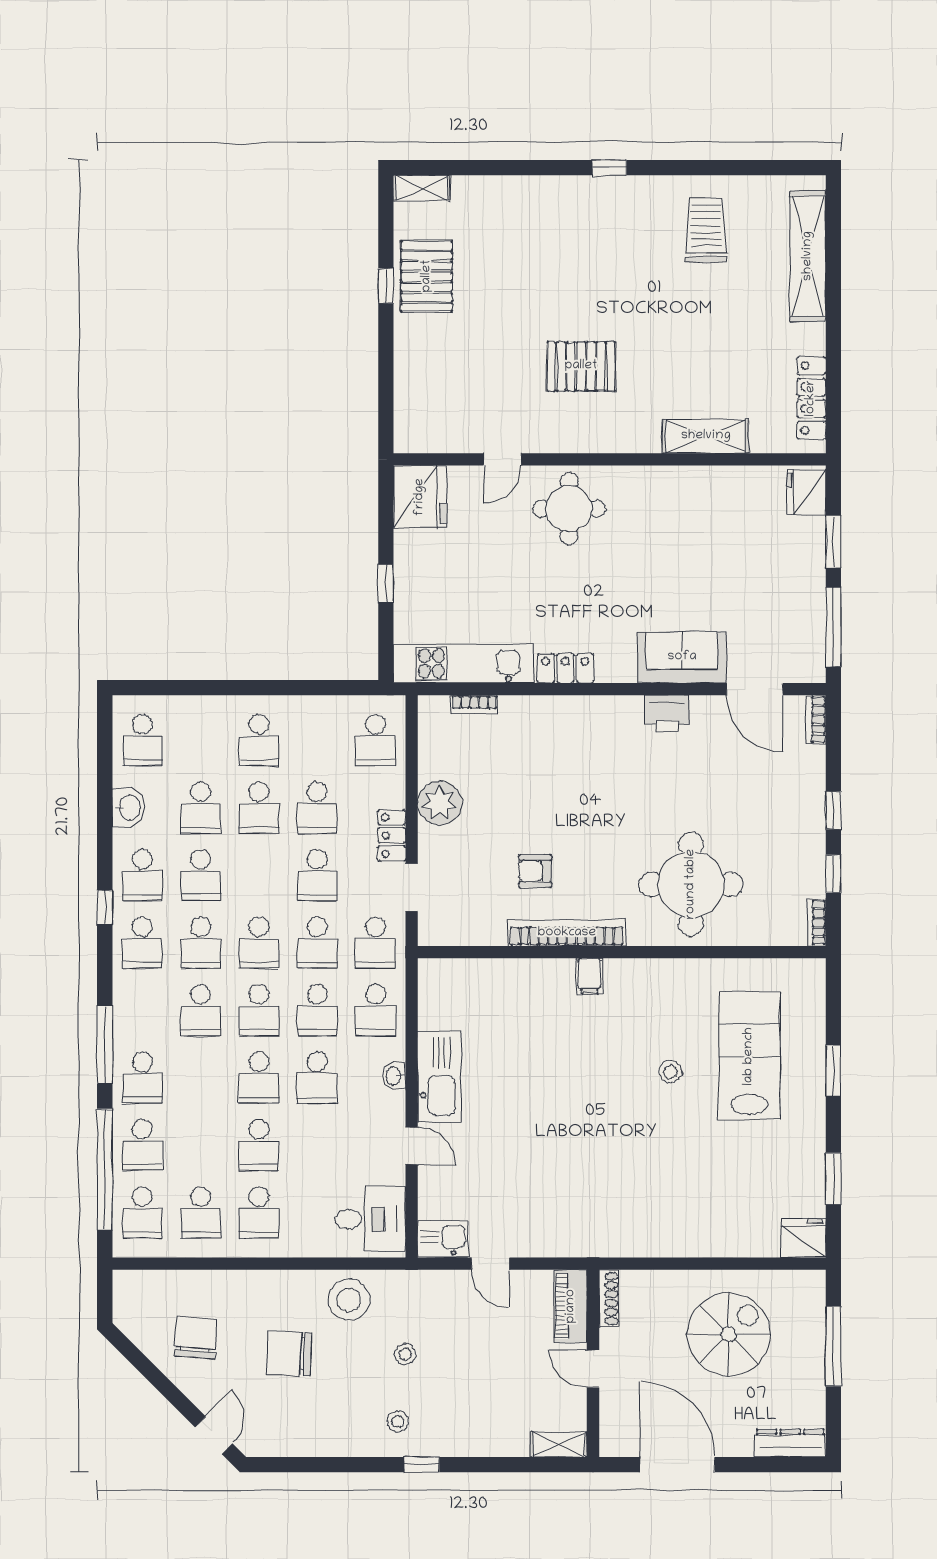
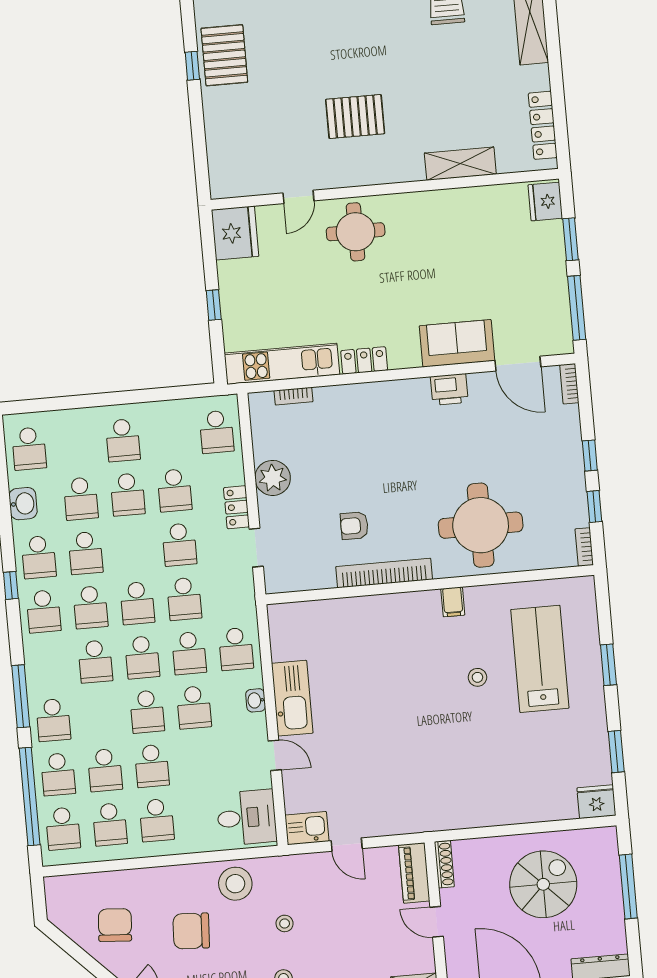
school desk: (376, 943) -> (105, 770), moved
filing cabinet: (589, 976) -> (453, 602), moved

